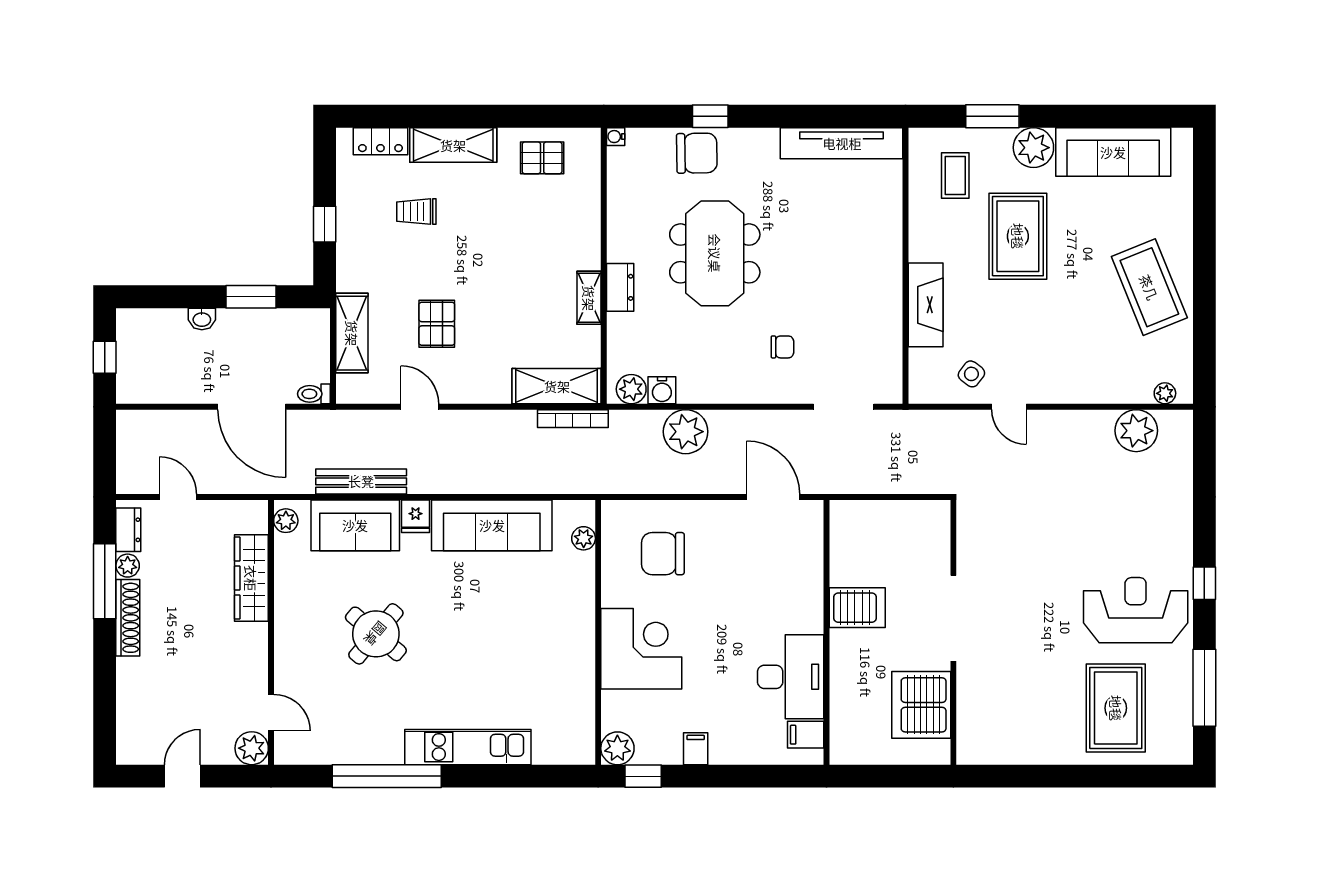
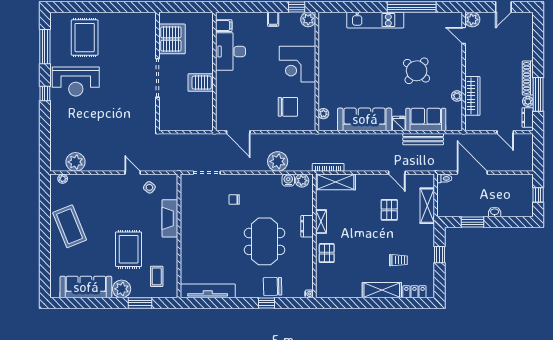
pallet: (542, 158) -> (327, 253), moved, turned 90
plant: (286, 521) -> (457, 96), moved

